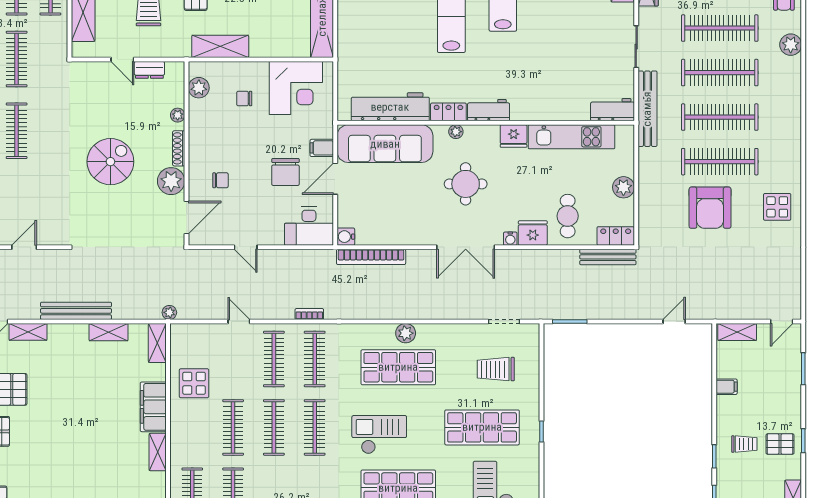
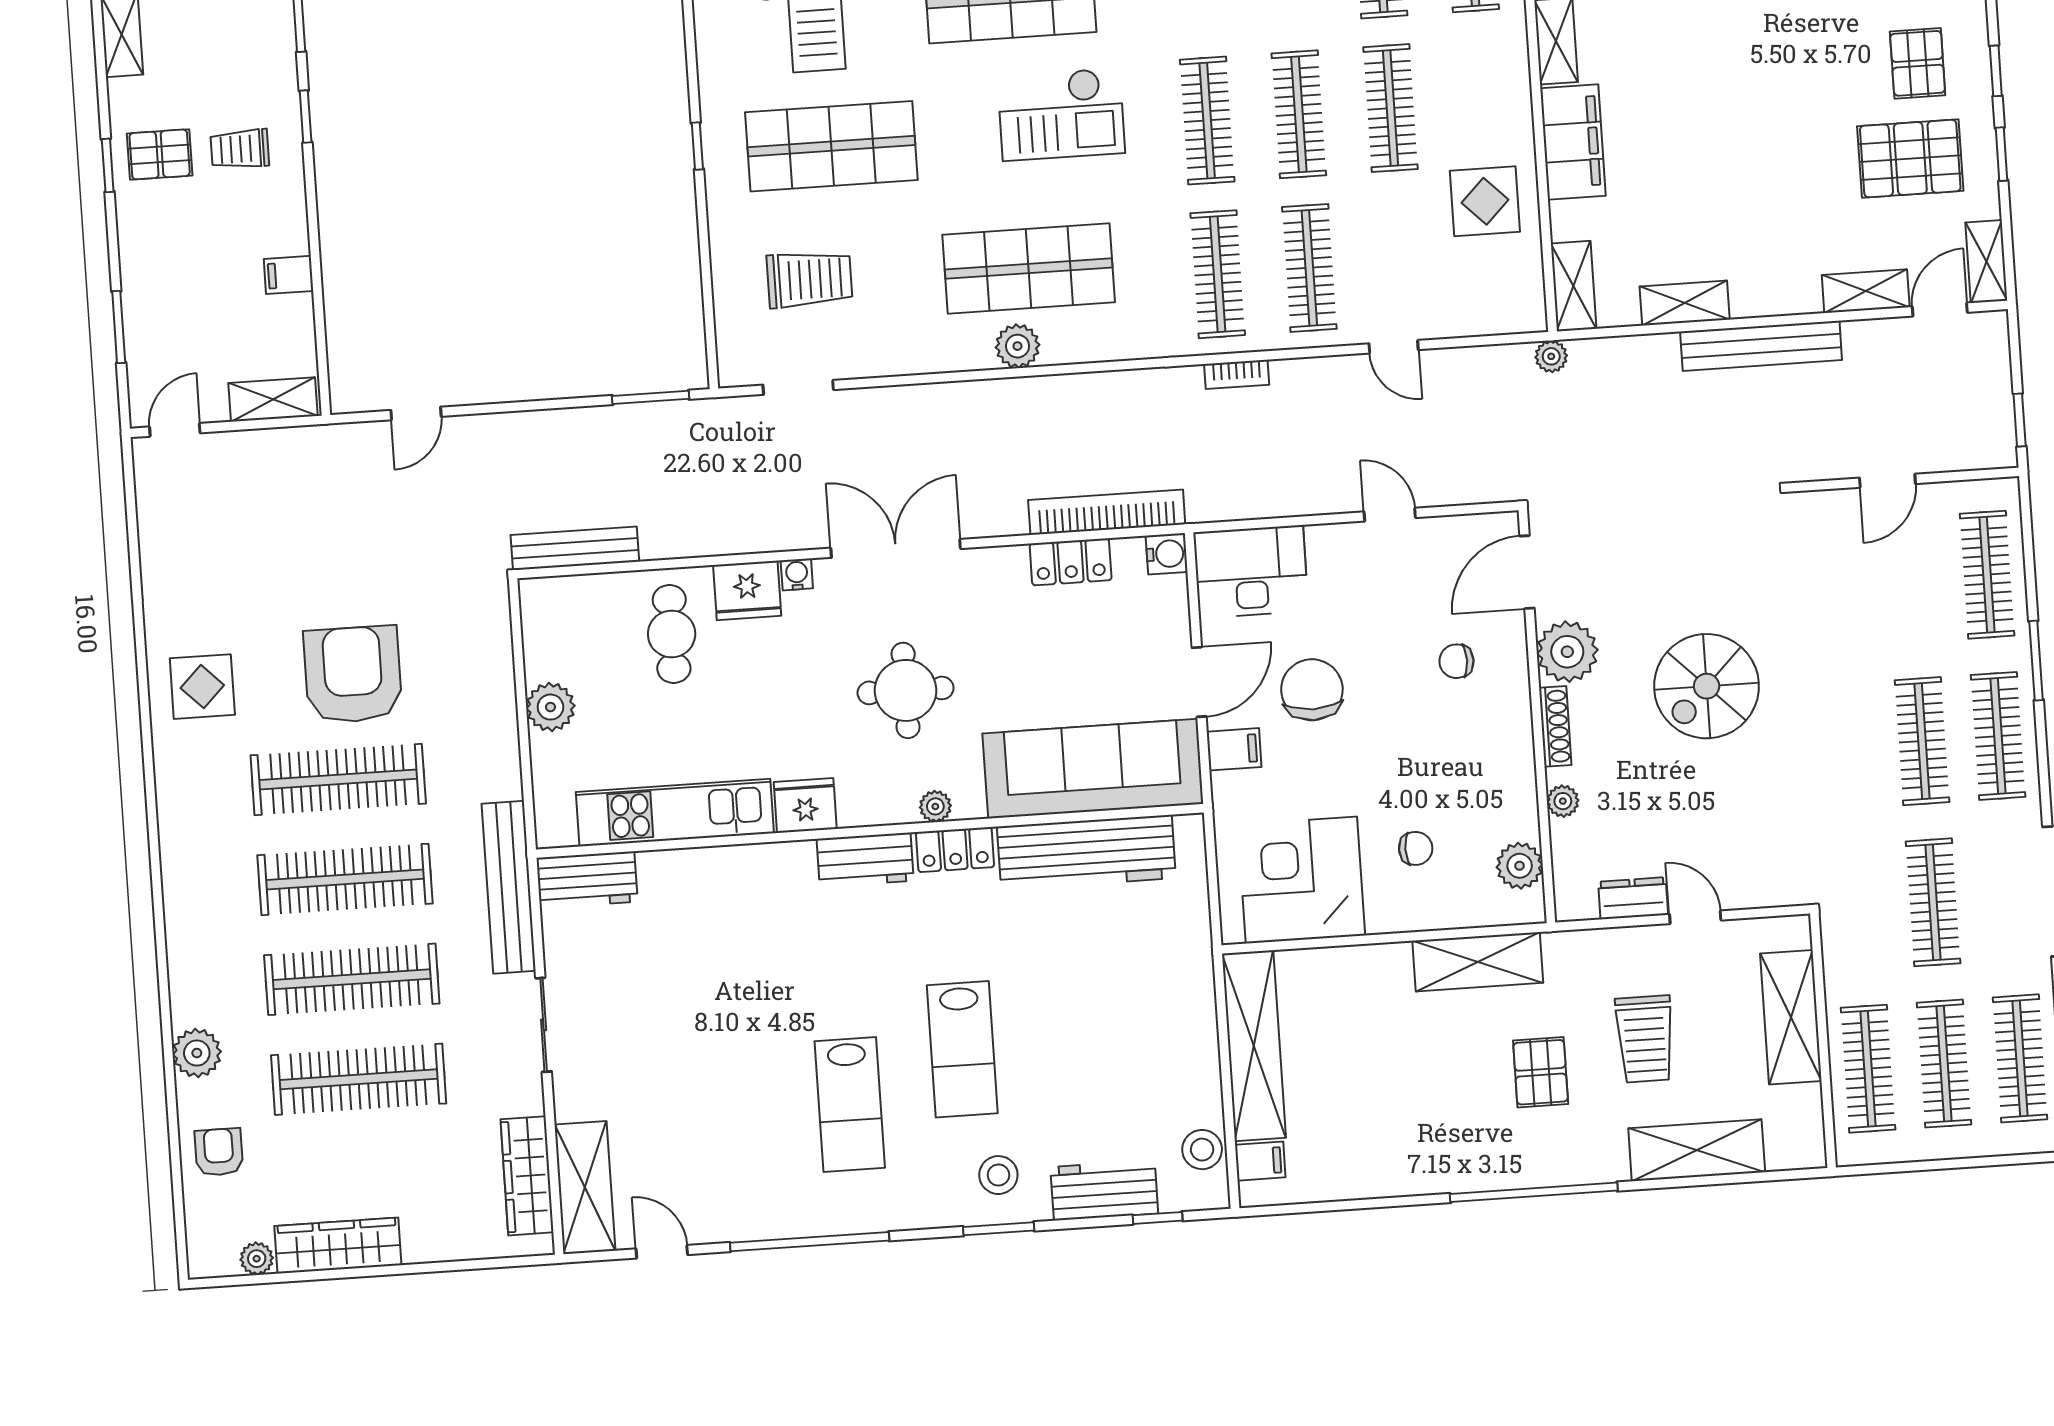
locker: (616, 236) -> (1071, 562), moved

